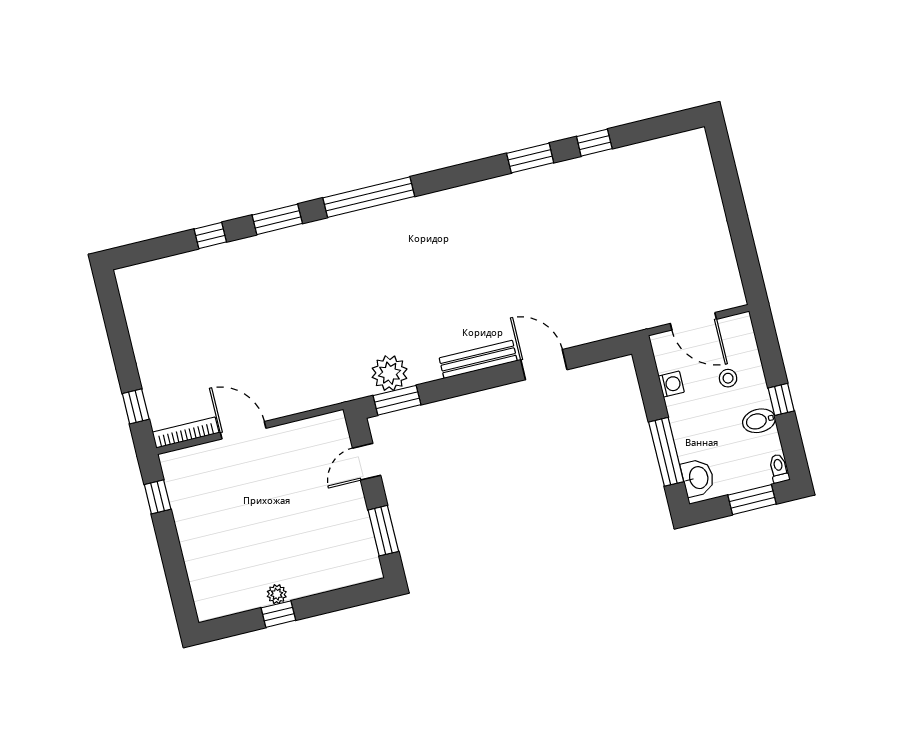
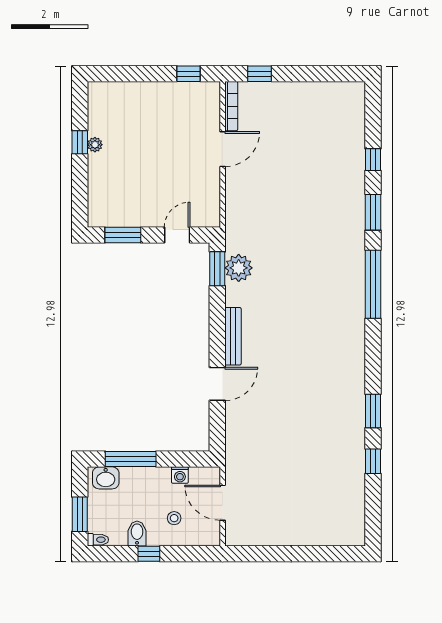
door: (693, 321) -> (223, 503), hinge flipped
door: (367, 462) -> (177, 235), hinge flipped

